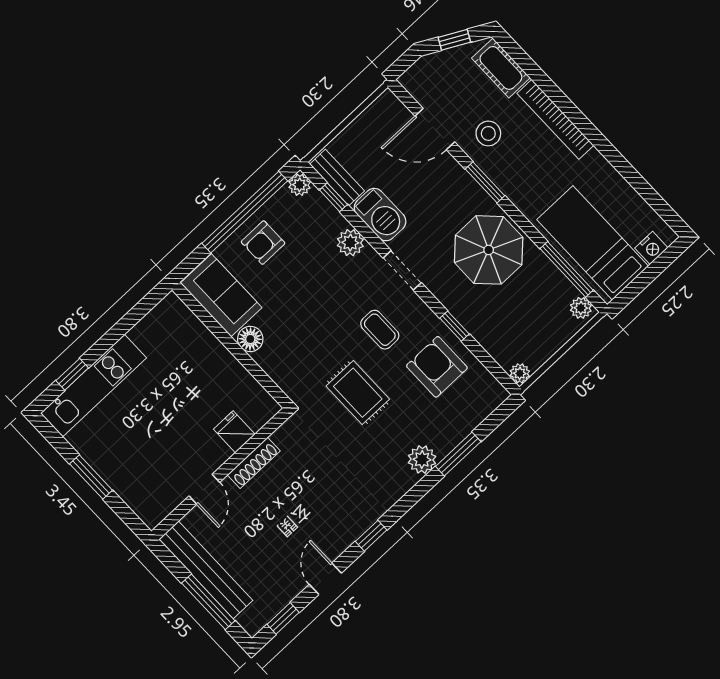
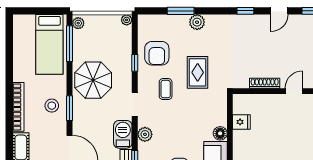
stool: (488, 133) -> (52, 106), moved
nightstand: (651, 248) -> (28, 21), removed
fridge: (234, 432) -> (241, 122), moved, turned -90

